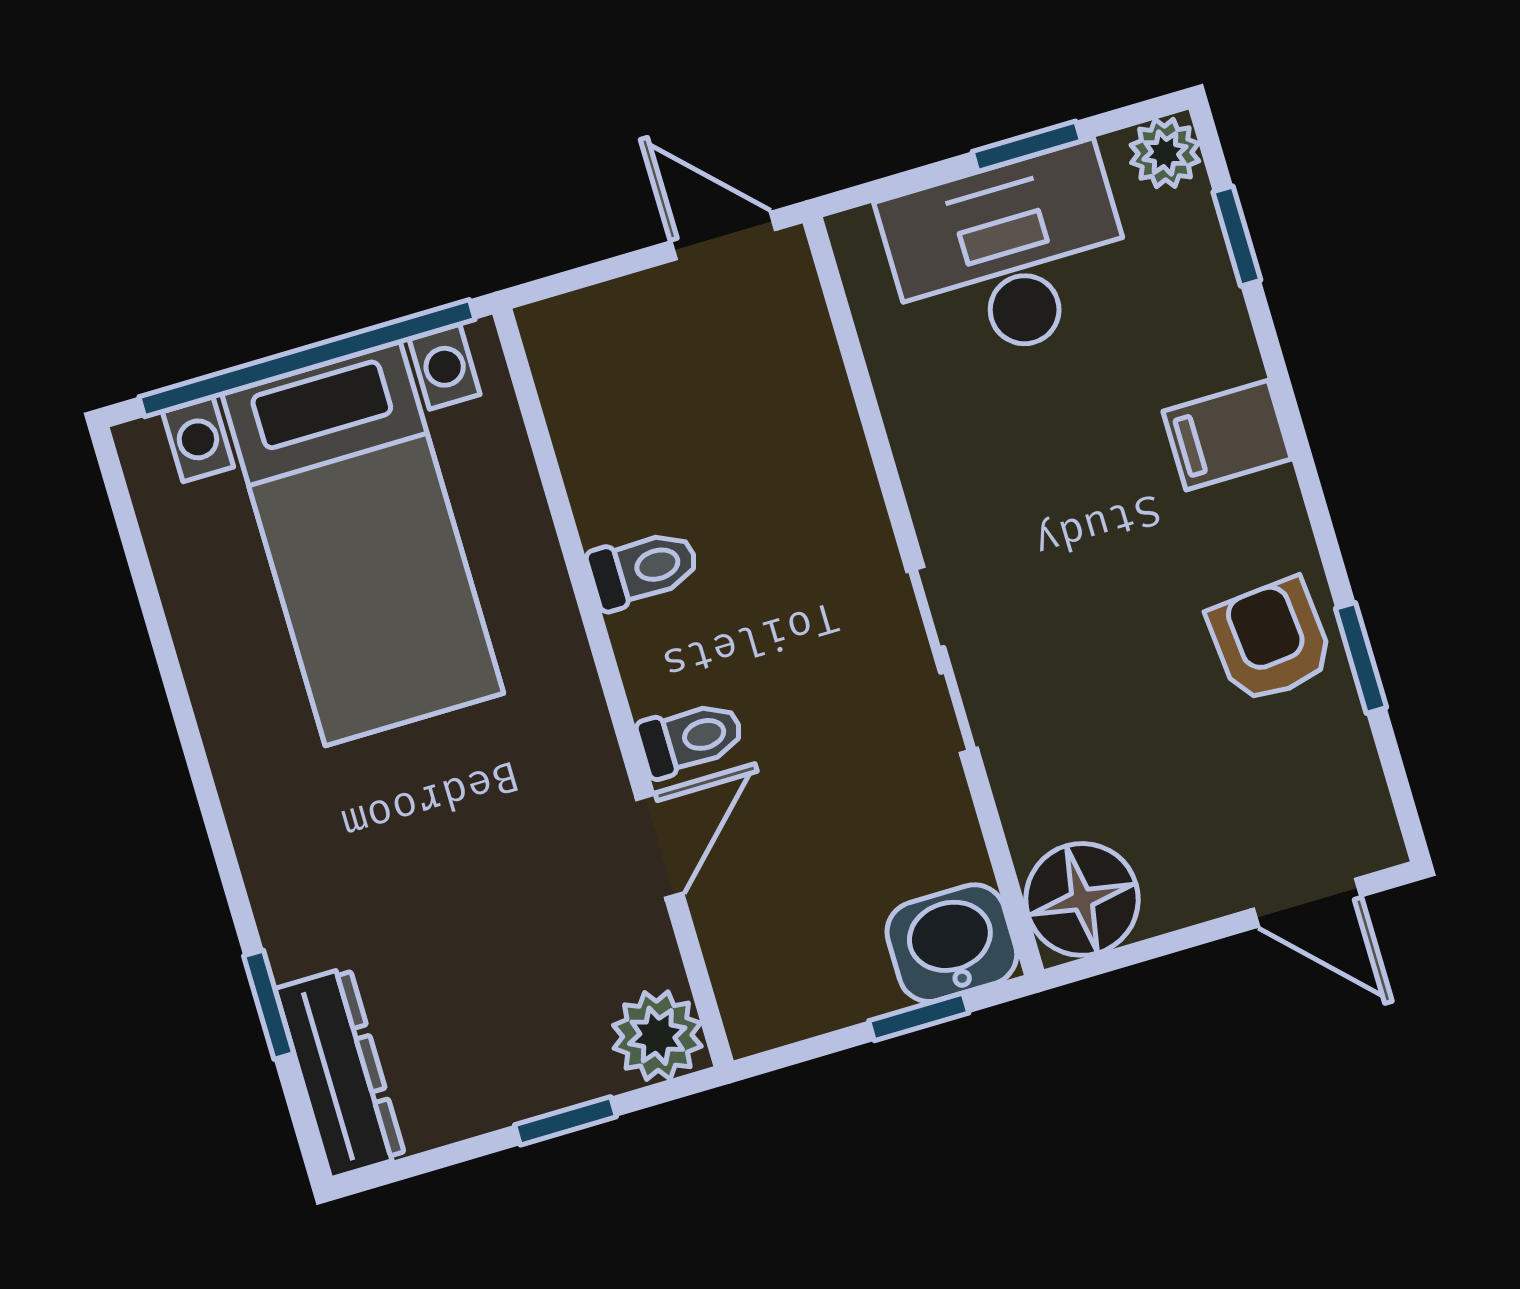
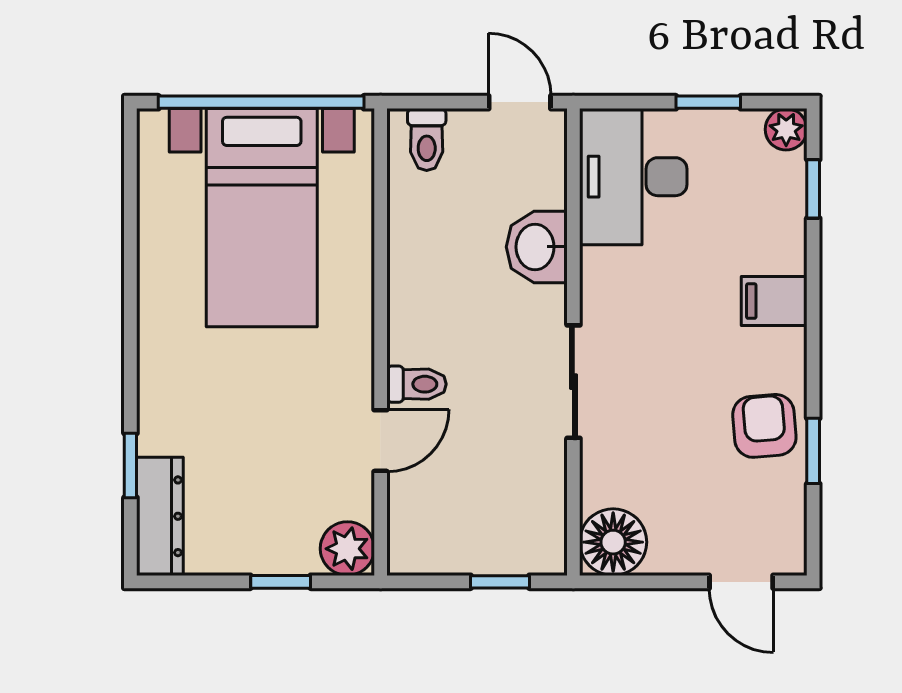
desk: (1009, 256) -> (633, 177), moved, turned -90
toilet: (643, 569) -> (427, 140), moved, turned 90
washbasin: (952, 943) -> (537, 247), moved, turned -90

